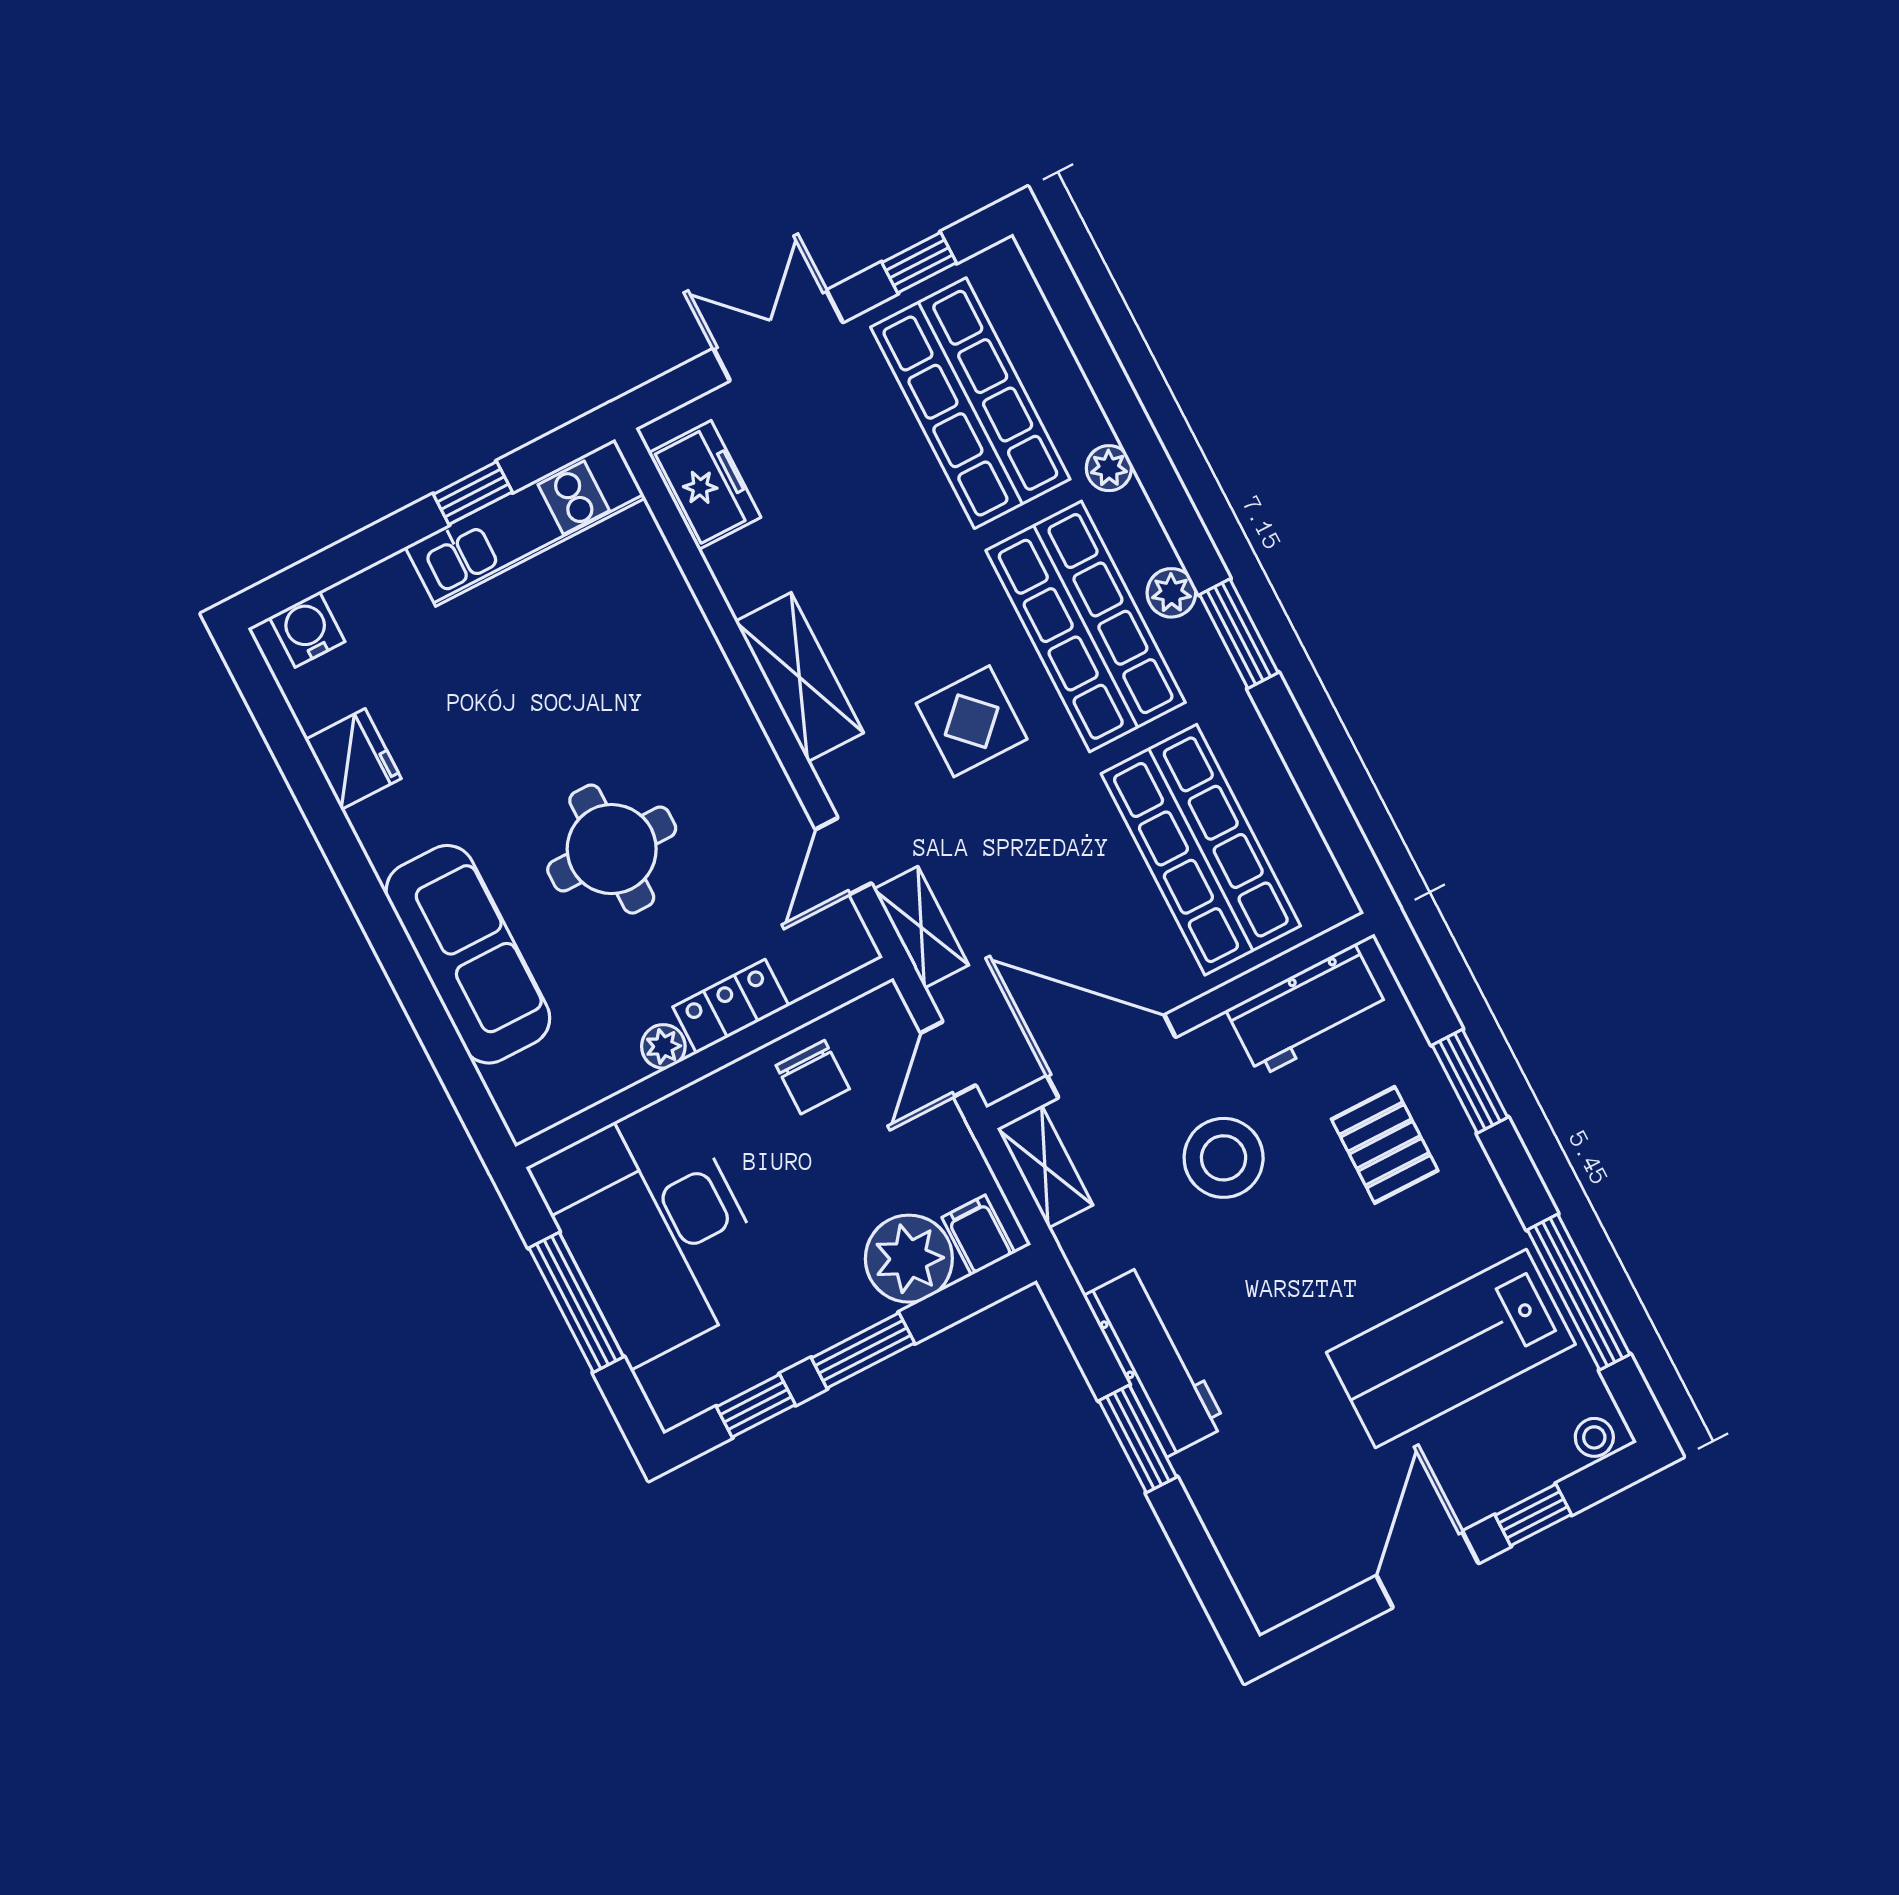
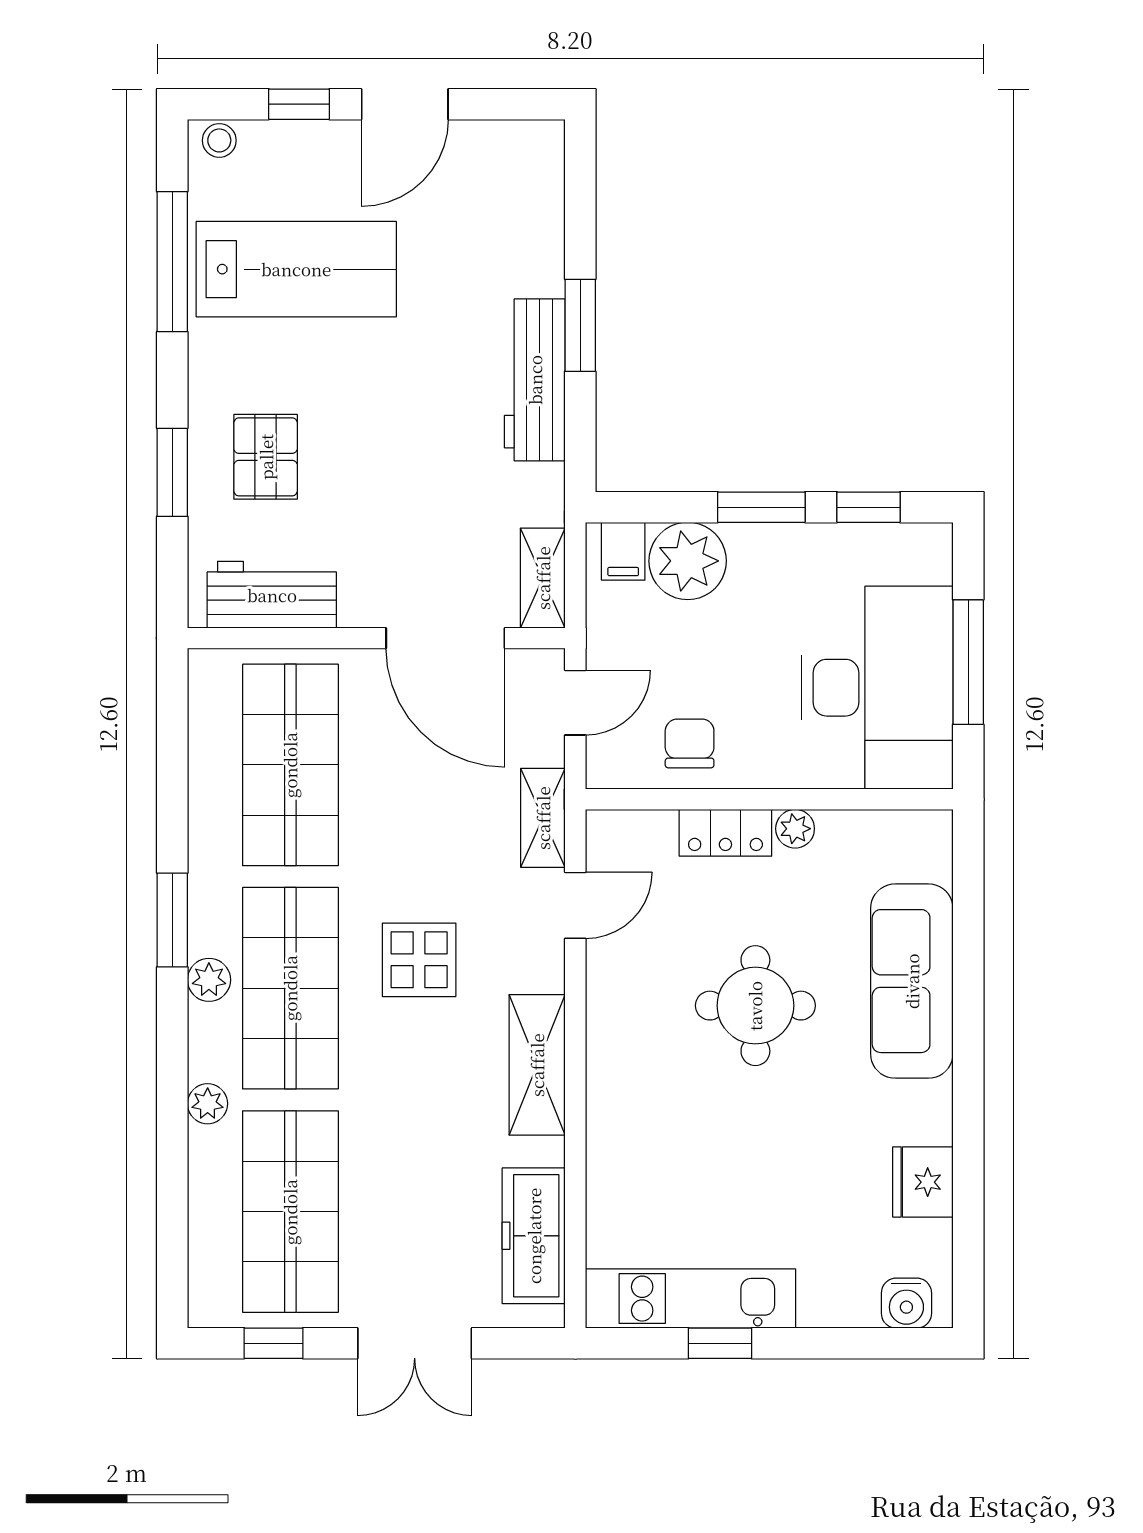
freezer: (705, 485) -> (534, 1236), width x1.40
stool: (1224, 1158) -> (398, 512), removed

